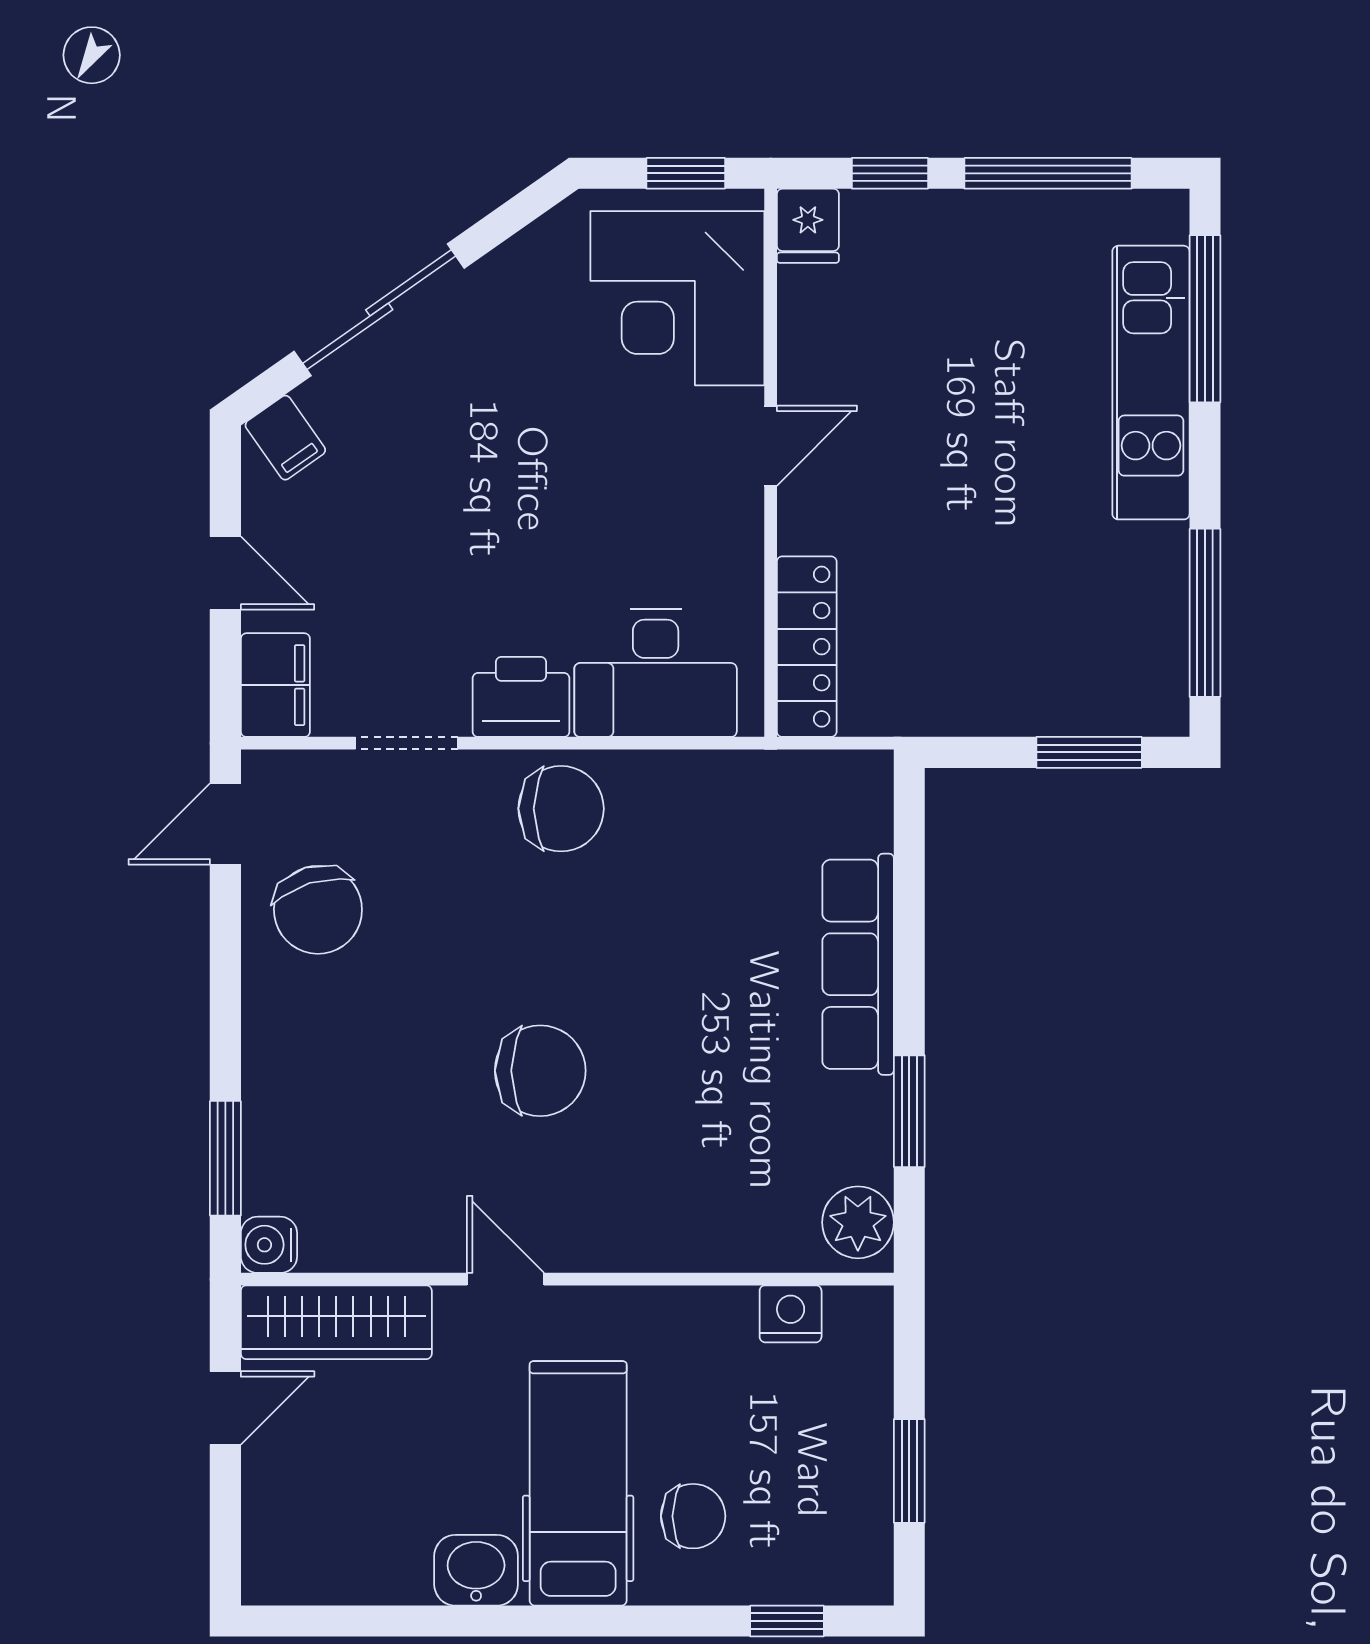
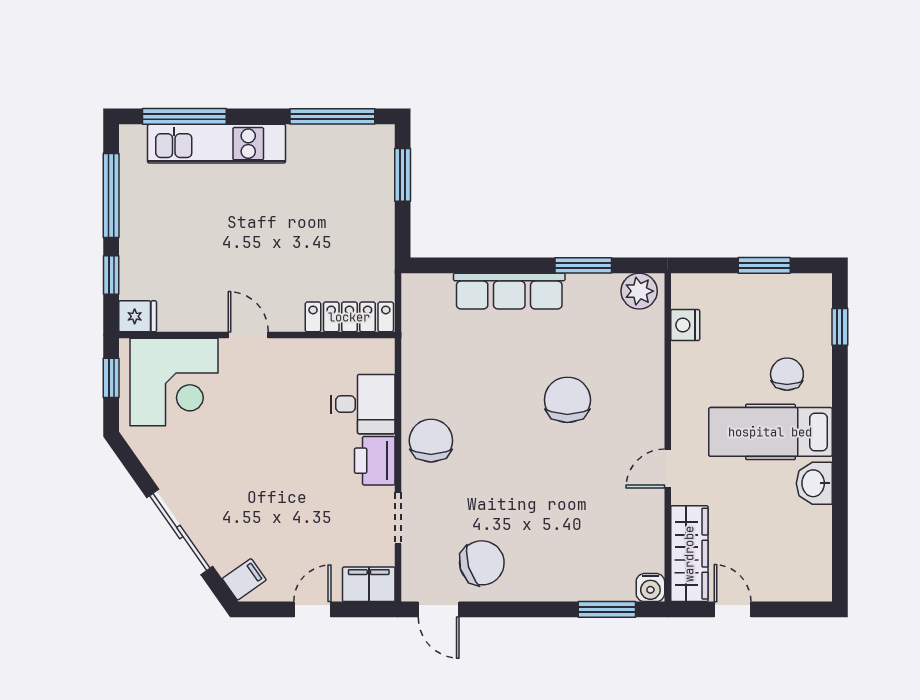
desk: (656, 673) -> (363, 404), width x0.73
chair: (540, 1071) -> (567, 400), moved

